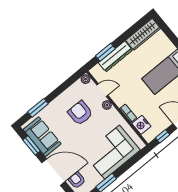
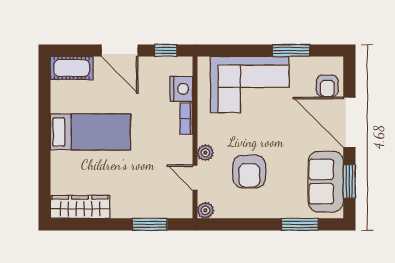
dresser: (115, 56) -> (141, 208), removed

